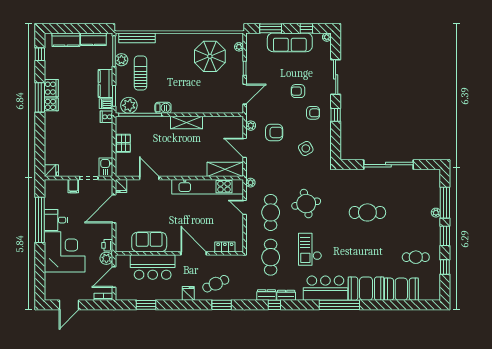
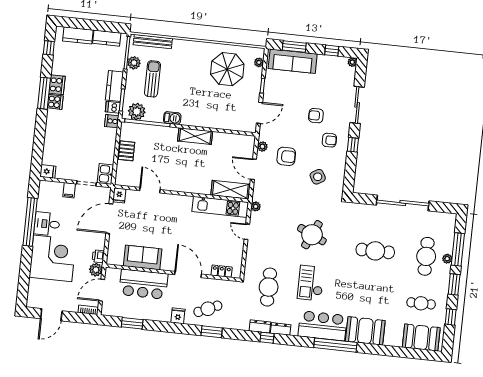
sofa: (290, 42) -> (293, 61), moved
kitchen unit: (208, 187) -> (220, 207), width x0.73
round table: (306, 204) -> (312, 235), turned 37
cafe table: (271, 212) -> (426, 256), moved
booth: (401, 289) -> (421, 337), moved

